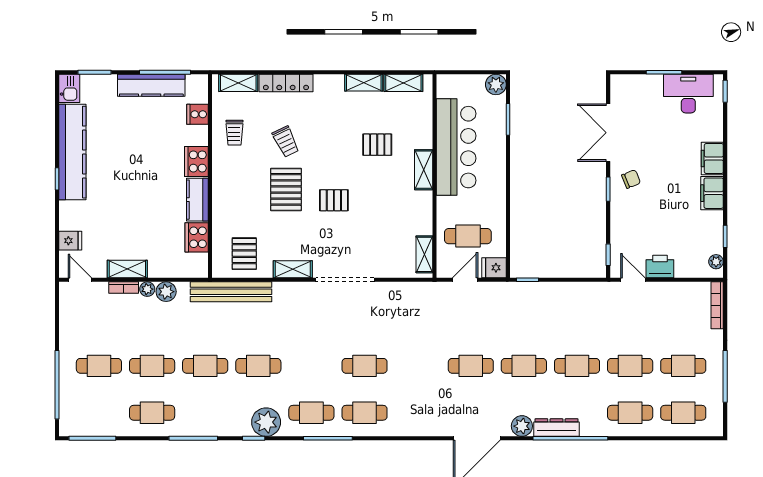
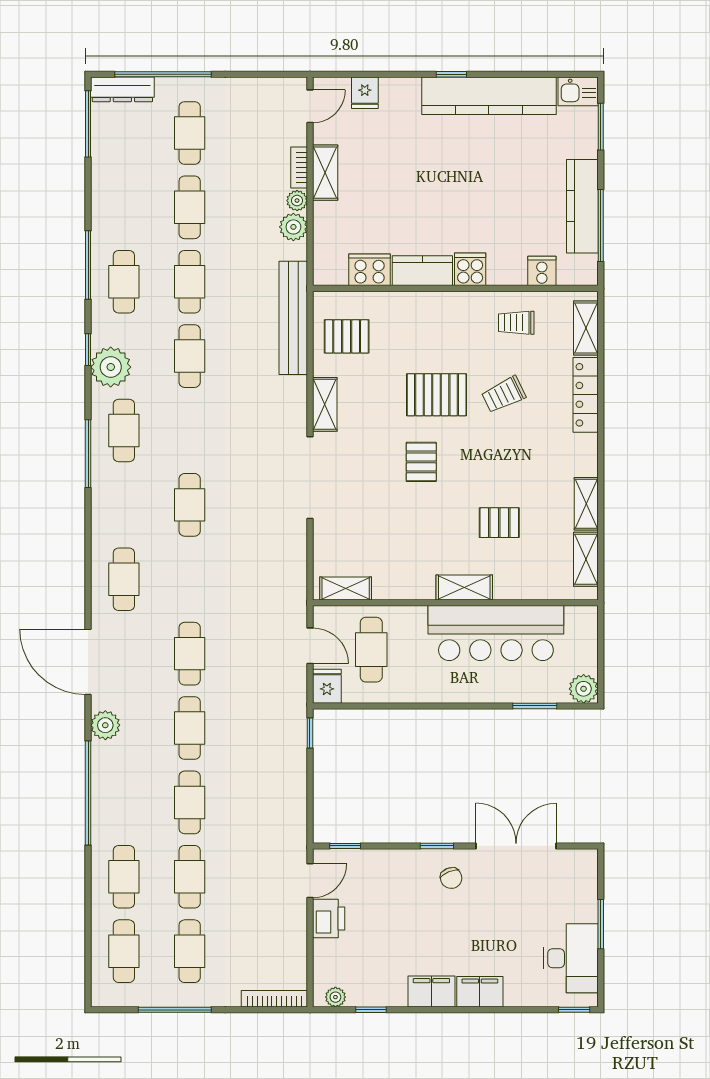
pallet: (377, 145) -> (499, 523), turned 90
cooker: (196, 161) -> (470, 269), width x0.73
cafe table: (152, 413) -> (124, 282), moved
cafe table: (365, 413) -> (124, 579), moved
dresser: (556, 428) -> (122, 89), moved, turned 90

